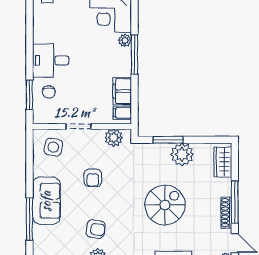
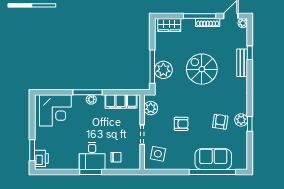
plant: (125, 40) -> (91, 99), moved
window: (29, 95) -> (91, 172), moved
window: (168, 140) -> (152, 67), width x1.44
plant: (182, 154) -> (163, 70), moved
sofa: (46, 201) -> (213, 159), moved
window: (29, 219) -> (212, 172), width x1.46

